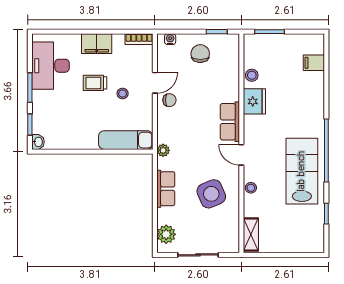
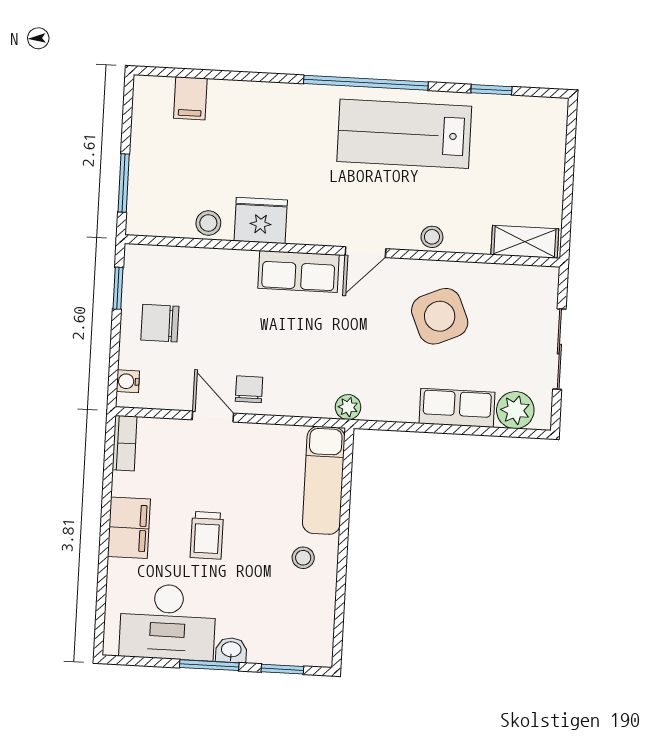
stool: (123, 93) -> (303, 558), moved
washbasin: (38, 142) -> (231, 650), moved
row of seats: (166, 189) -> (457, 408), moved

